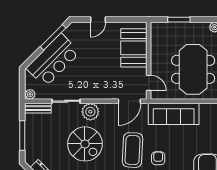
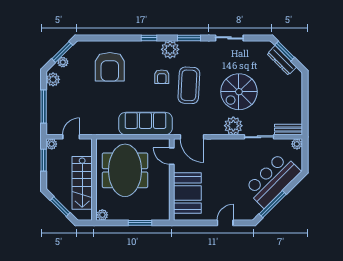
door: (129, 101) -> (192, 137), swing flipped
window: (22, 136) -> (305, 101), removed
spiral stairs: (85, 144) -> (239, 92), turned -90

